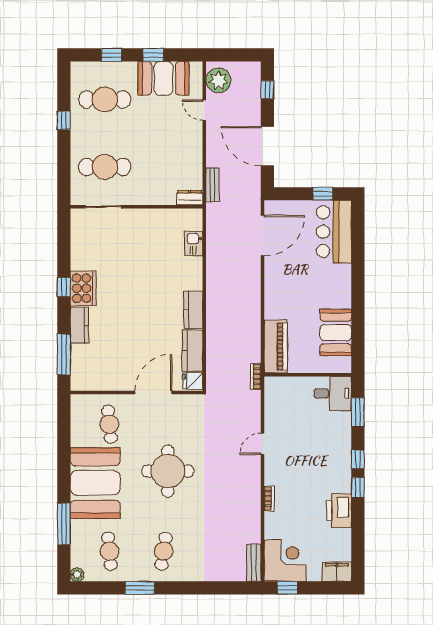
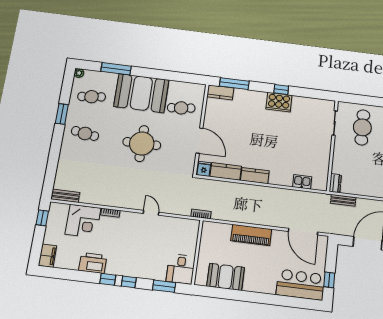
kitchen counter: (79, 325) -> (220, 92), moved
piano: (276, 346) -> (251, 235), moved
corner desk: (285, 561) -> (83, 221), moved

